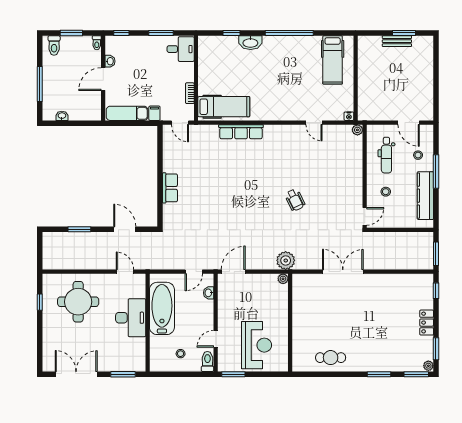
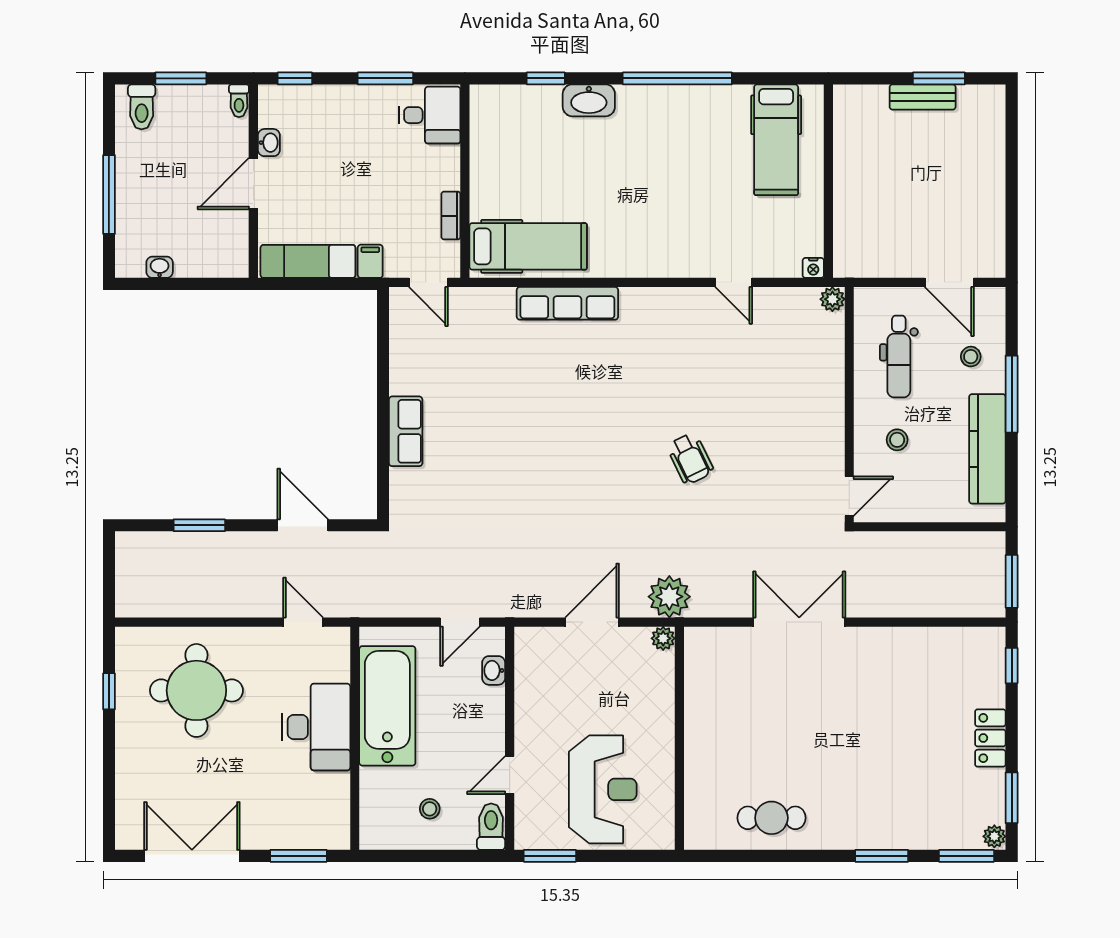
door: (233, 272) -> (592, 622), moved

